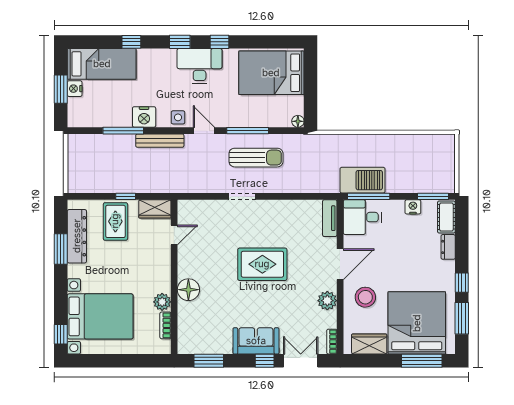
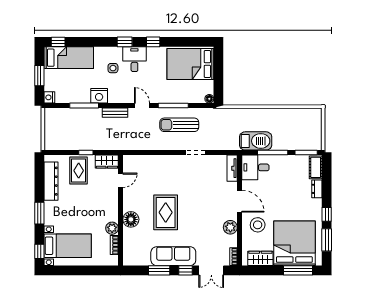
window: (131, 42) -> (58, 42), moved
desk: (200, 66) -> (134, 59), width x0.73
nightstand: (75, 89) -> (49, 97), moved
side table: (178, 117) -> (113, 68), moved
bench: (160, 141) -> (115, 113), width x0.73
sun lounger: (256, 158) -> (179, 125), turned 180
doorway: (242, 196) -> (196, 153), moved
window: (369, 196) -> (273, 153), moved
nightstand: (413, 207) -> (292, 160), removed
window: (61, 249) -> (39, 213), moved
rug: (262, 264) -> (166, 212), moved, turned 90
door: (340, 264) -> (240, 201), hinge flipped
bed with nightstands: (100, 316) -> (68, 246), width x0.73
sofa: (256, 341) -> (173, 256), width x1.36
window: (209, 361) -> (159, 270), moved
double door: (301, 361) -> (211, 270), swing flipped

